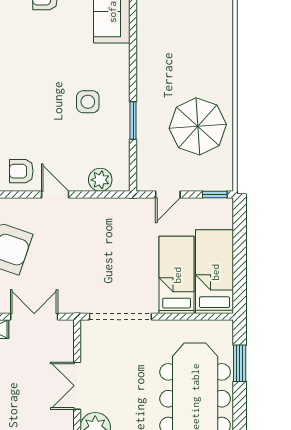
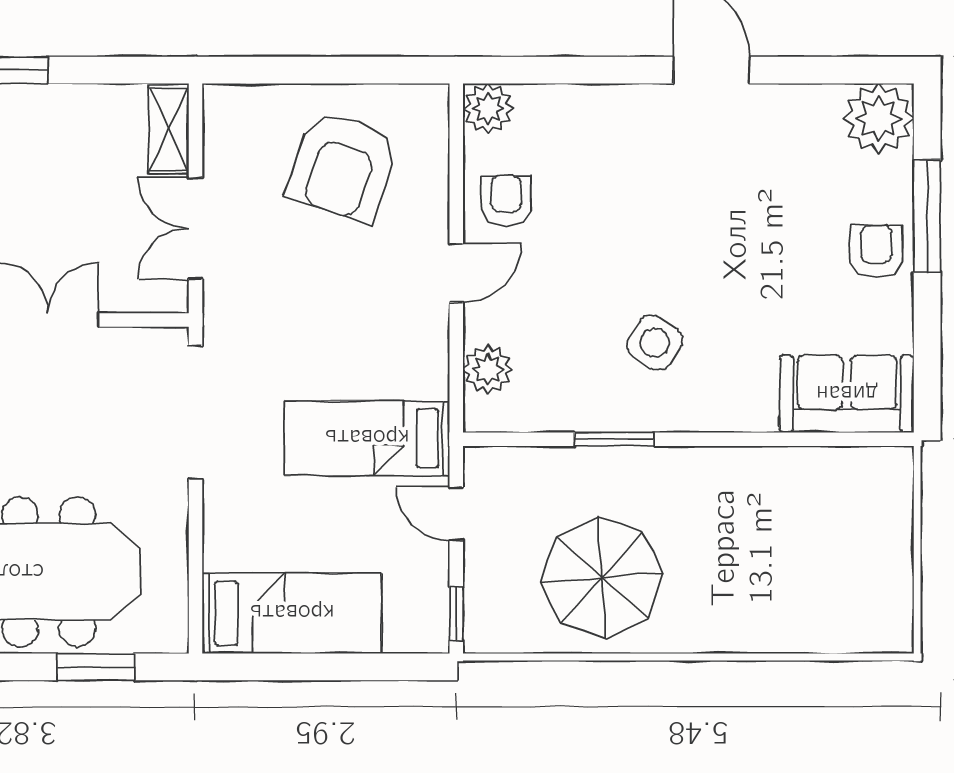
side table: (88, 102) -> (654, 343), turned 33
bed: (177, 275) -> (367, 438), moved, turned 180
double door: (34, 317) -> (195, 228), swing flipped

